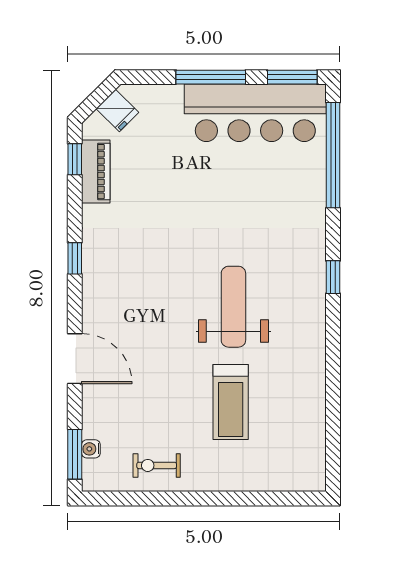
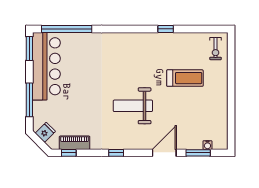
window: (211, 77) -> (29, 100), moved
window: (333, 277) -> (166, 29), moved
weight bench: (233, 307) -> (133, 106), moved
window: (75, 454) -> (198, 153), moved
exercise bike: (157, 465) -> (216, 49), moved

